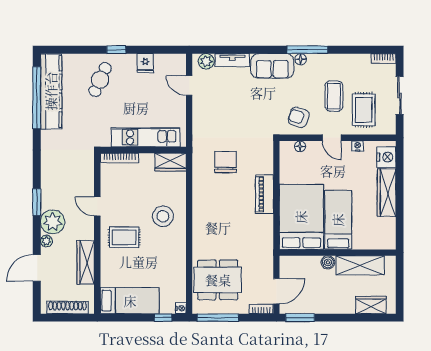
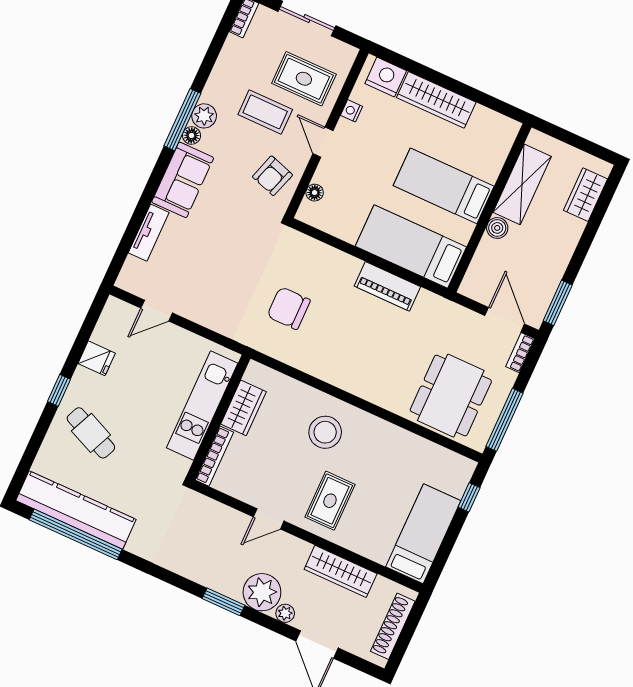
plant: (206, 61) -> (204, 116), moved
door: (332, 138) -> (323, 142), swing flipped
wardrobe: (170, 162) -> (243, 408), moved
piano: (265, 194) -> (387, 286), moved
bed: (301, 217) -> (411, 247), width x0.67
nightstand: (181, 308) -> (467, 466), removed

